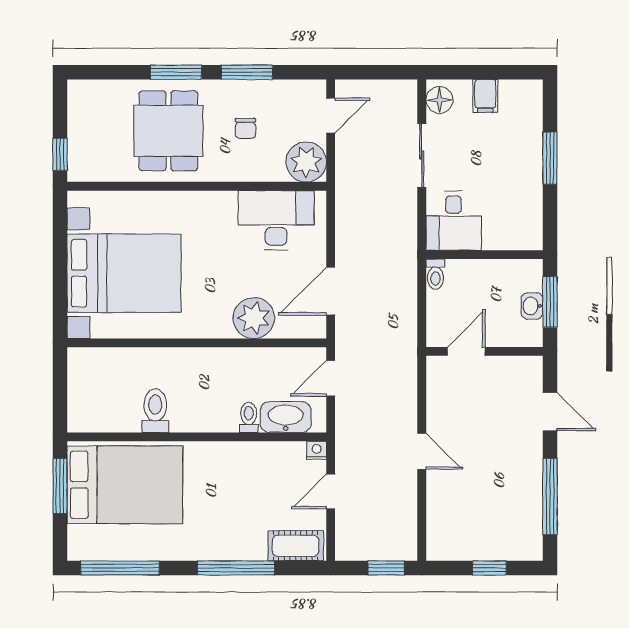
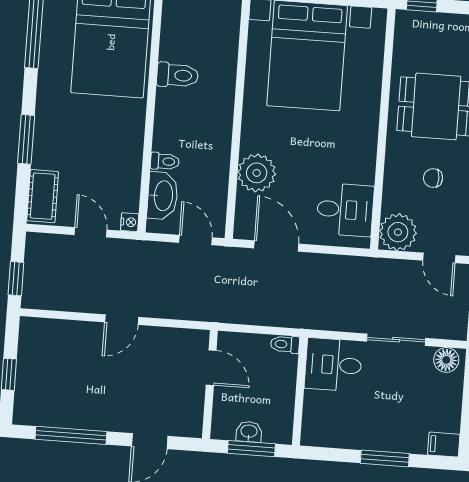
filing cabinet: (485, 96) -> (444, 445), moved
desk: (276, 220) -> (345, 210), width x0.73
window: (236, 568) -> (26, 139), width x0.69

